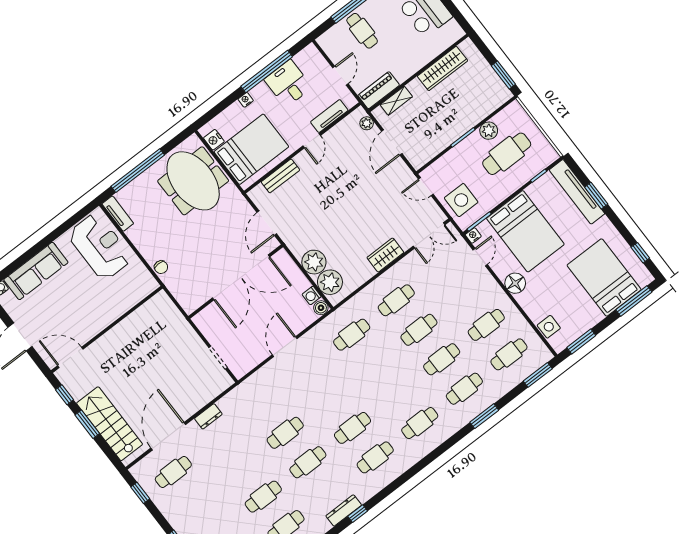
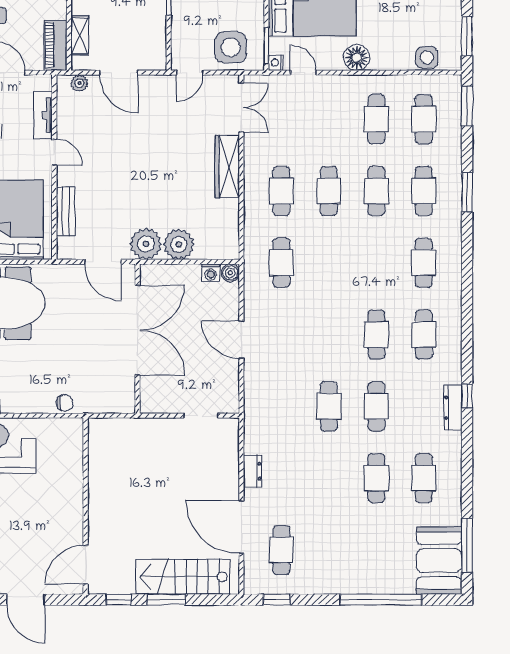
wardrobe: (385, 255) -> (227, 167), width x1.50
plant: (330, 282) -> (146, 244), moved

